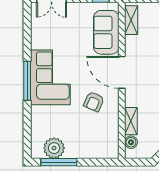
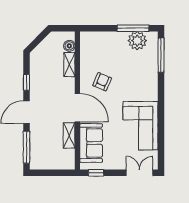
shelving: (131, 20) -> (69, 135), moved
corner sofa: (50, 77) -> (140, 126), moved
window: (27, 81) -> (161, 55), moved

